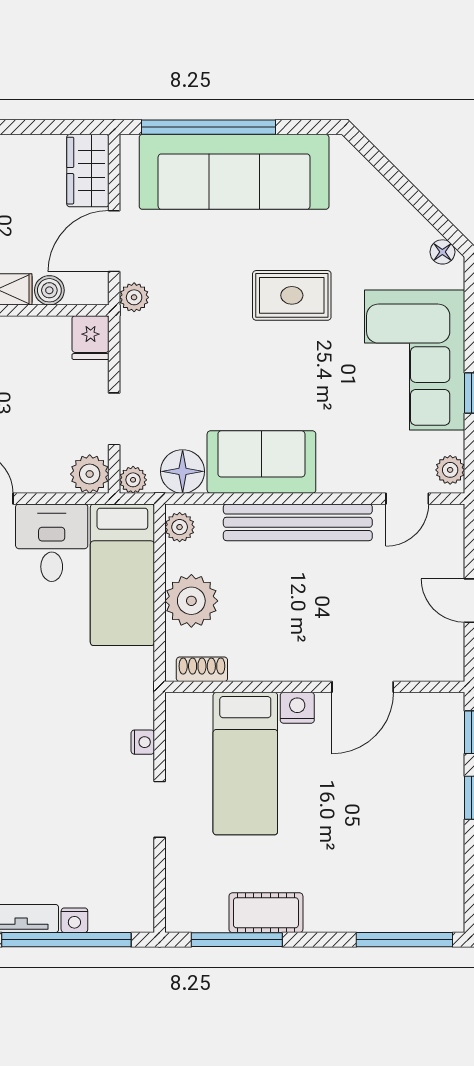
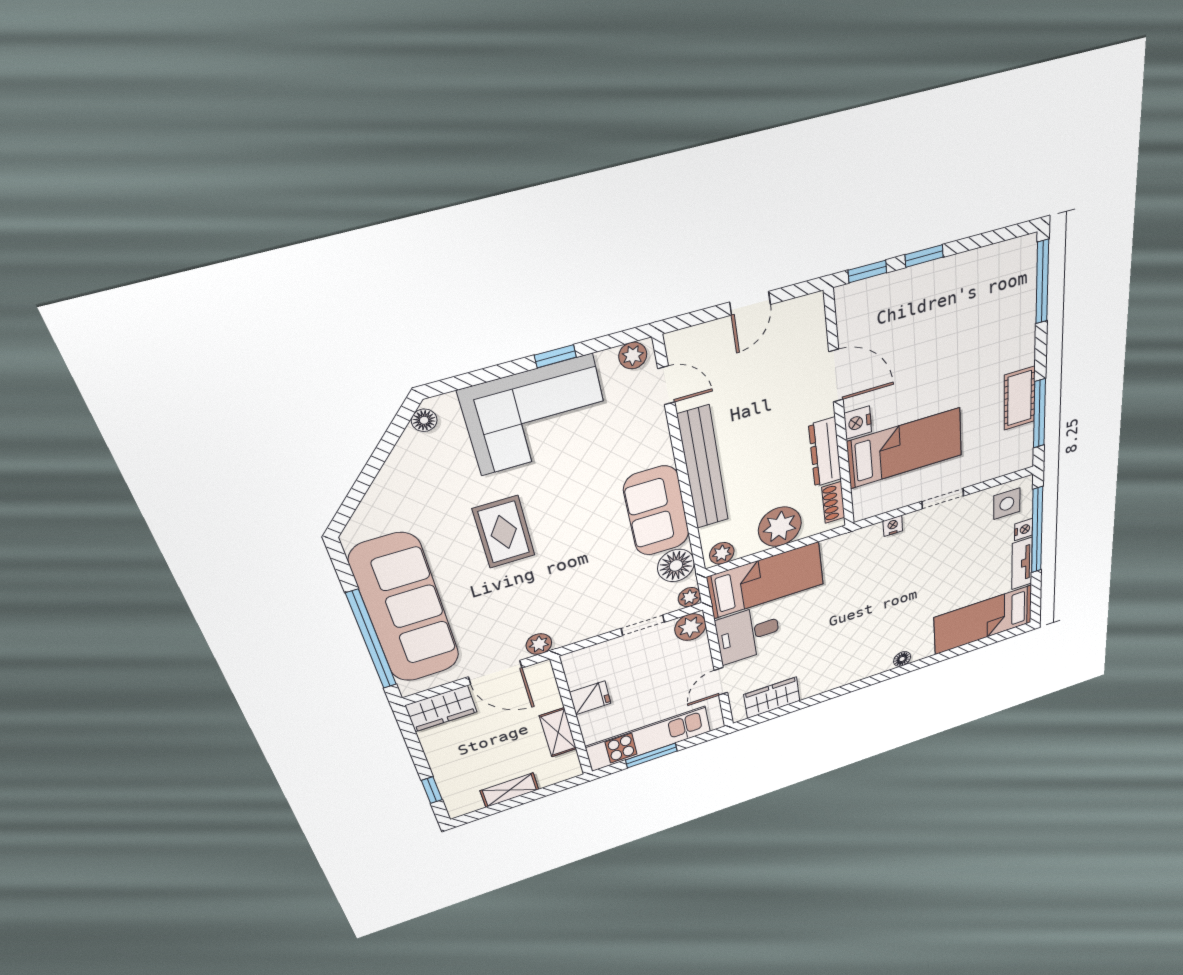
boiler: (49, 290) -> (549, 700), removed
fridge: (91, 338) -> (590, 698), moved
dresser: (272, 665) -> (825, 452), added
side table: (122, 896) -> (1007, 504), added

